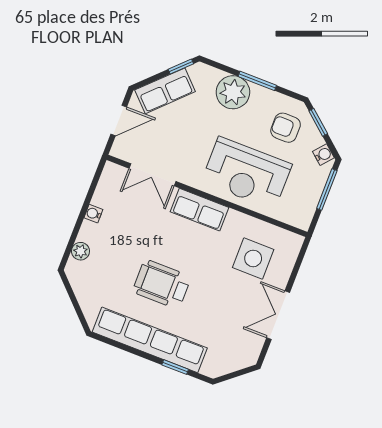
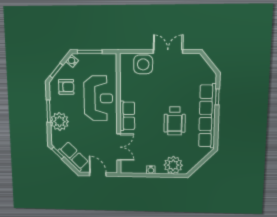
armchair: (286, 128) -> (66, 87), turned -90
plant: (81, 251) -> (173, 165), width x1.88, depth x1.88
side table: (253, 258) -> (143, 64), moved
double door: (278, 315) -> (168, 52), swing flipped

